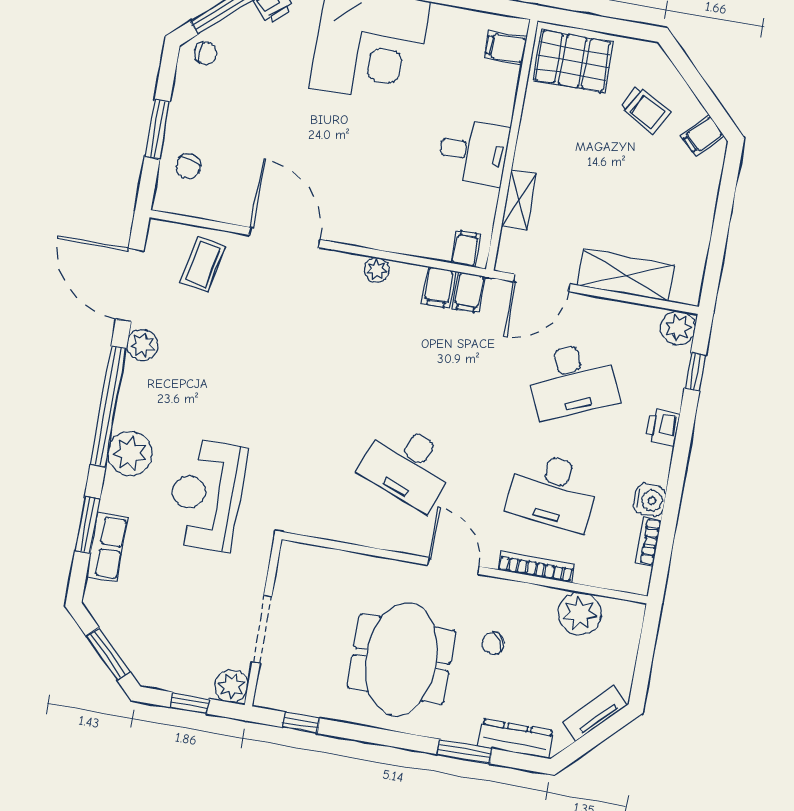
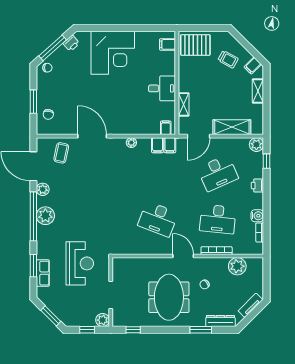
shelving: (704, 199) -> (258, 91), added
plant: (130, 453) -> (45, 216), moved
reception desk: (206, 495) -> (80, 263), moved, turned 180

